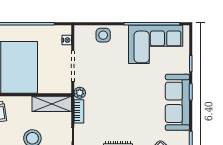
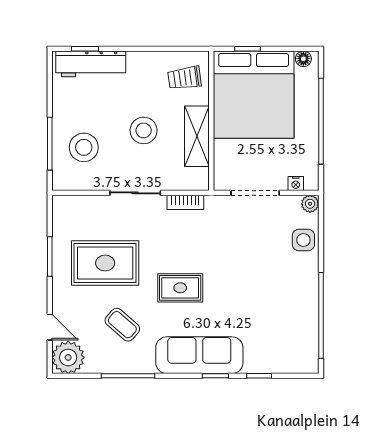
corner sofa: (156, 44) -> (289, 321), removed
plant: (80, 93) -> (310, 204), moved
shelving: (52, 104) -> (197, 136), moved
rug: (134, 115) -> (180, 288), added

